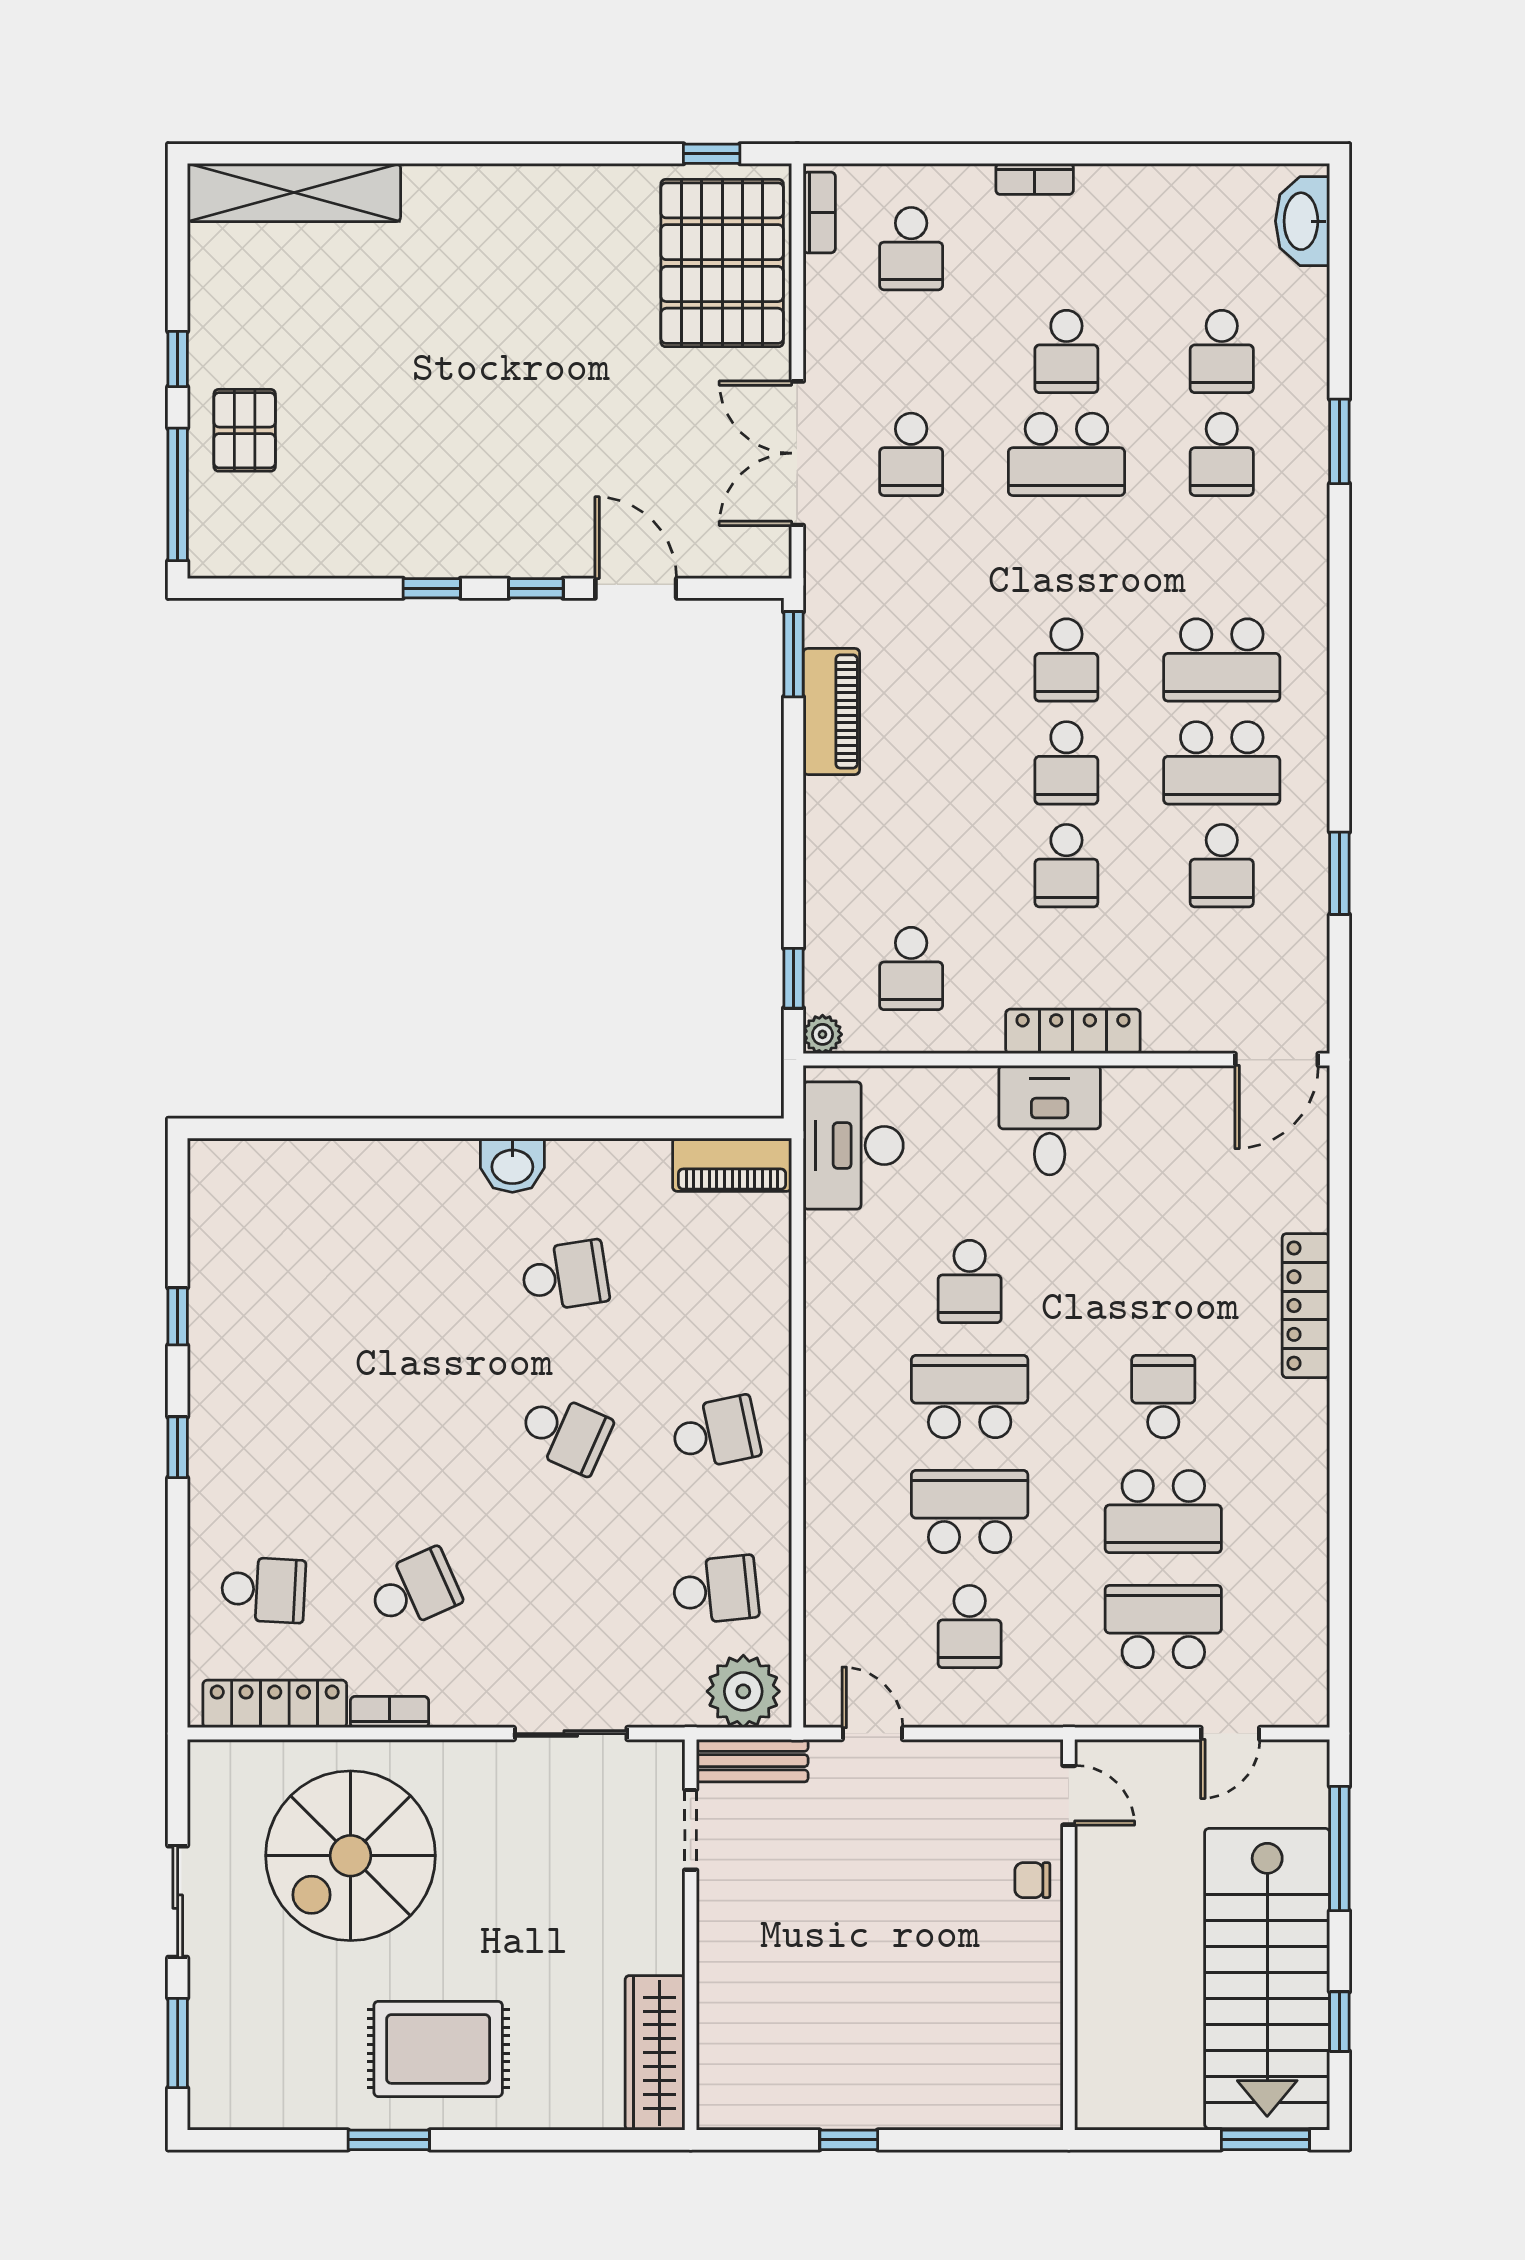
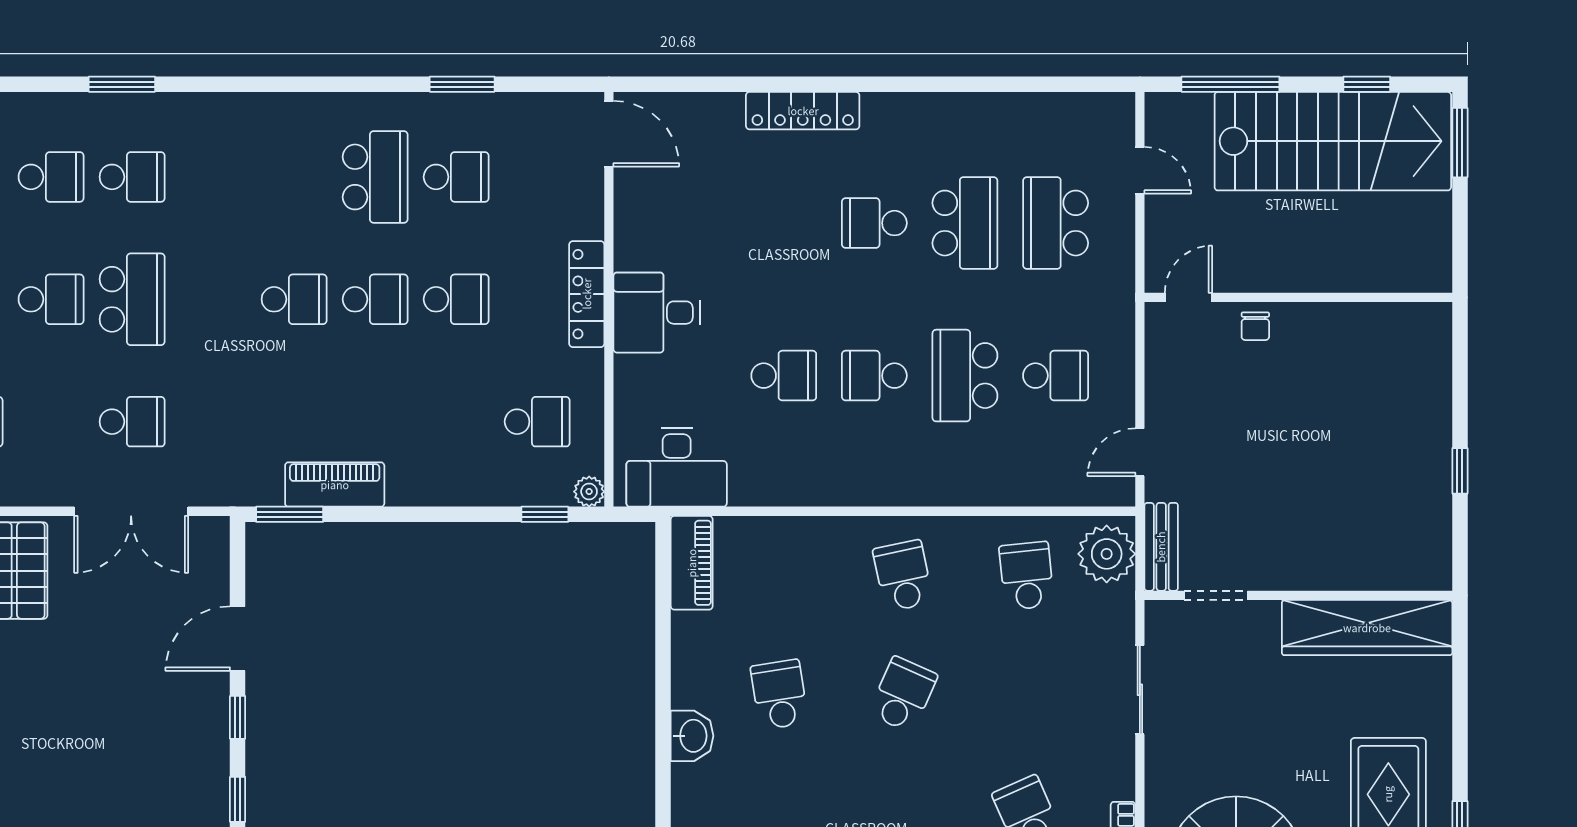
school desk: (1222, 660) -> (294, 177), removed
school desk: (970, 1397) -> (874, 376), width x0.54
wardrobe: (655, 2053) -> (1367, 628), width x1.40, depth x1.17

